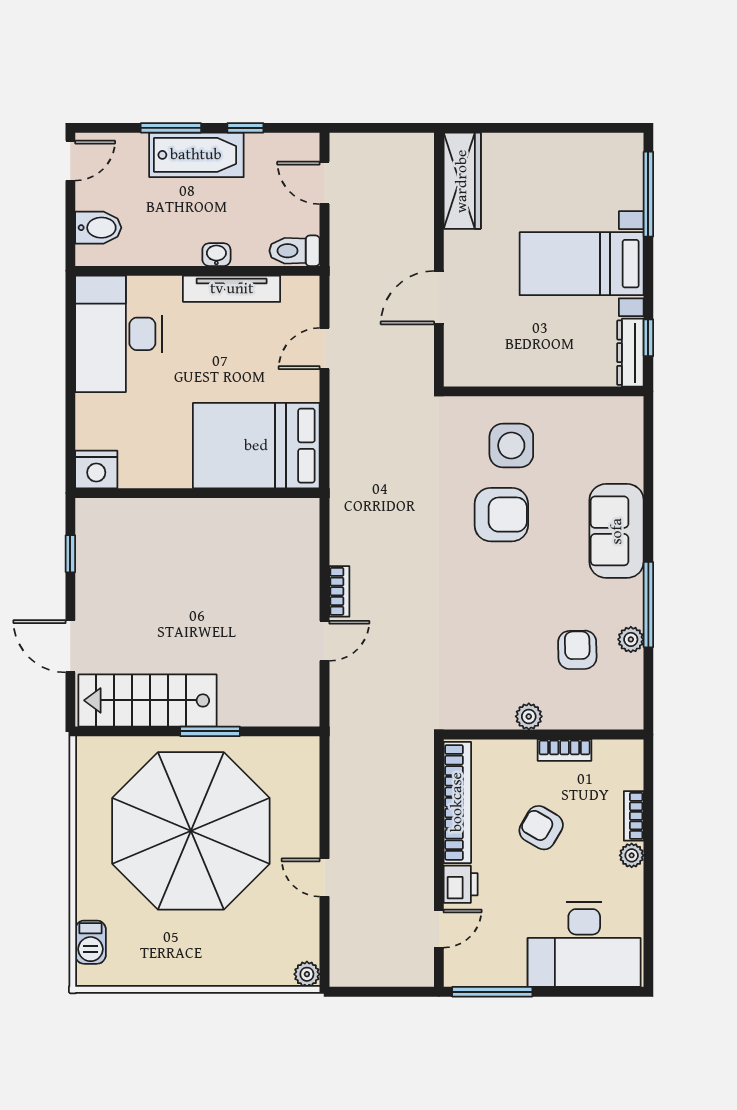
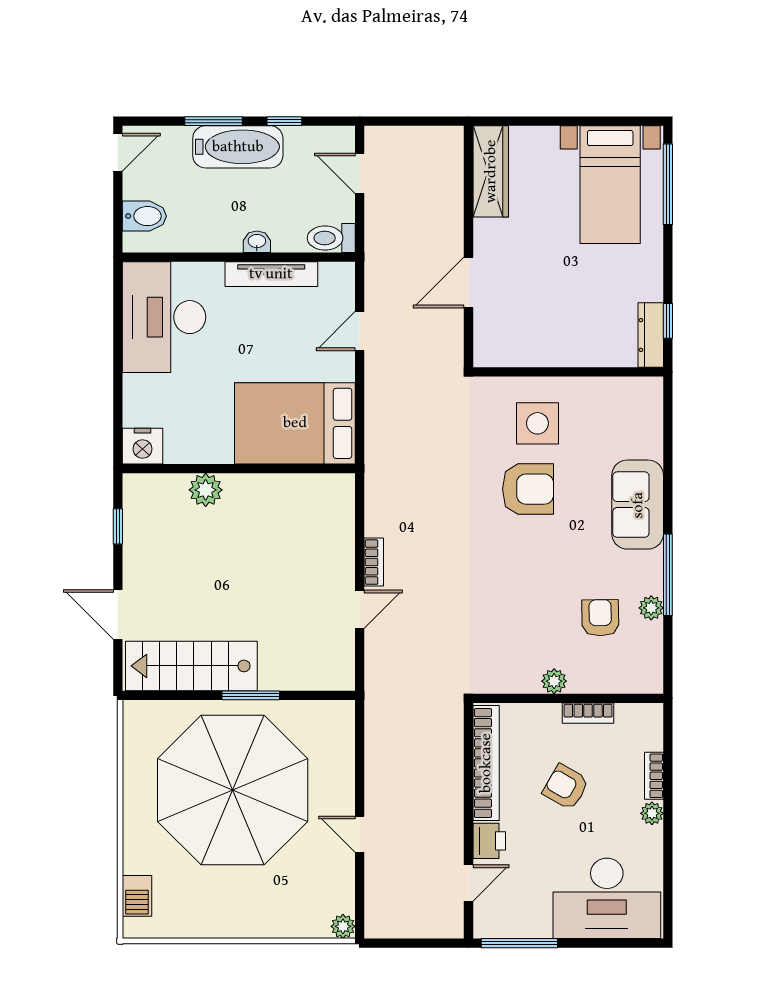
bed with nightstands: (582, 264) -> (610, 185), moved, turned -90
plant: (163, 515) -> (206, 490), added

